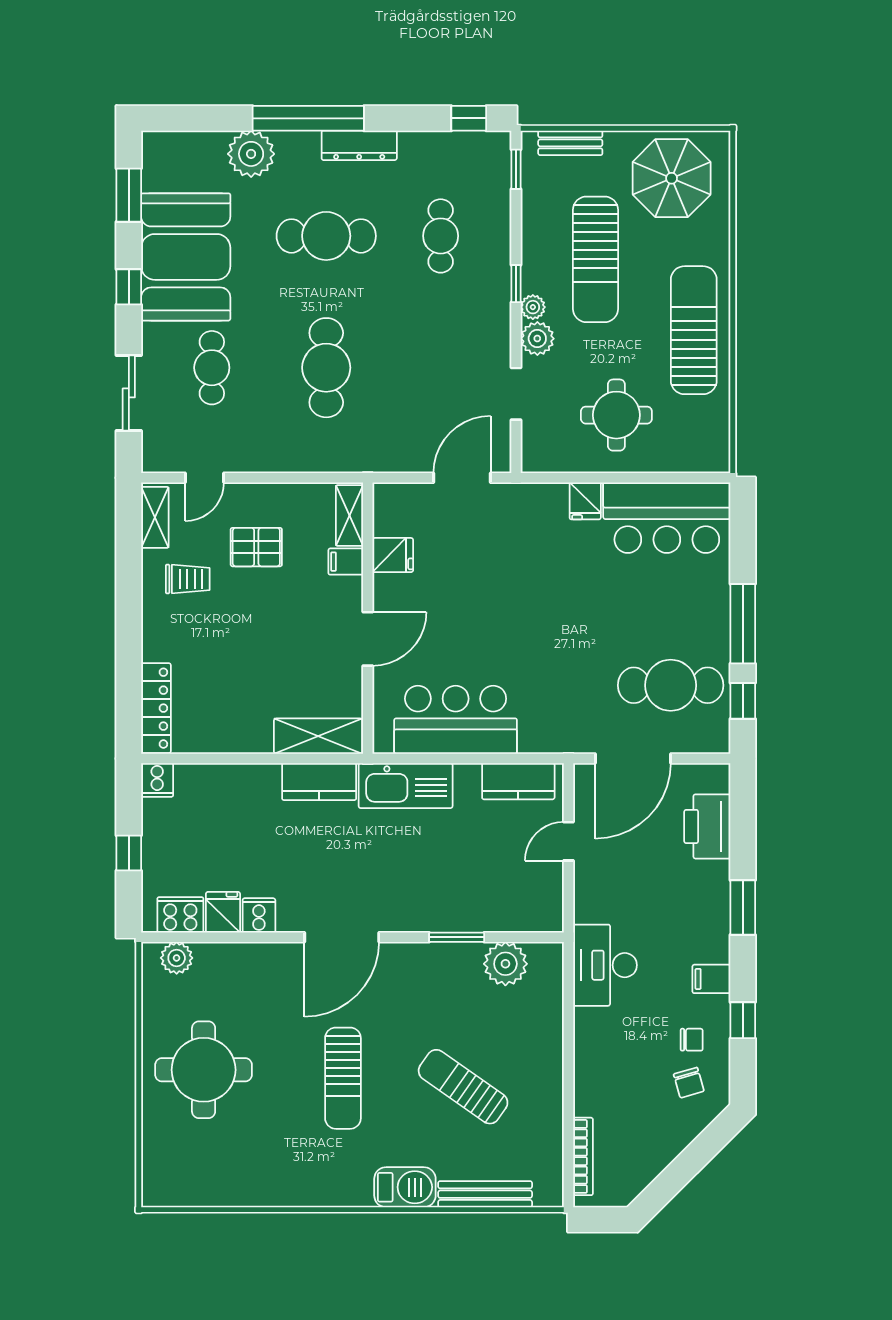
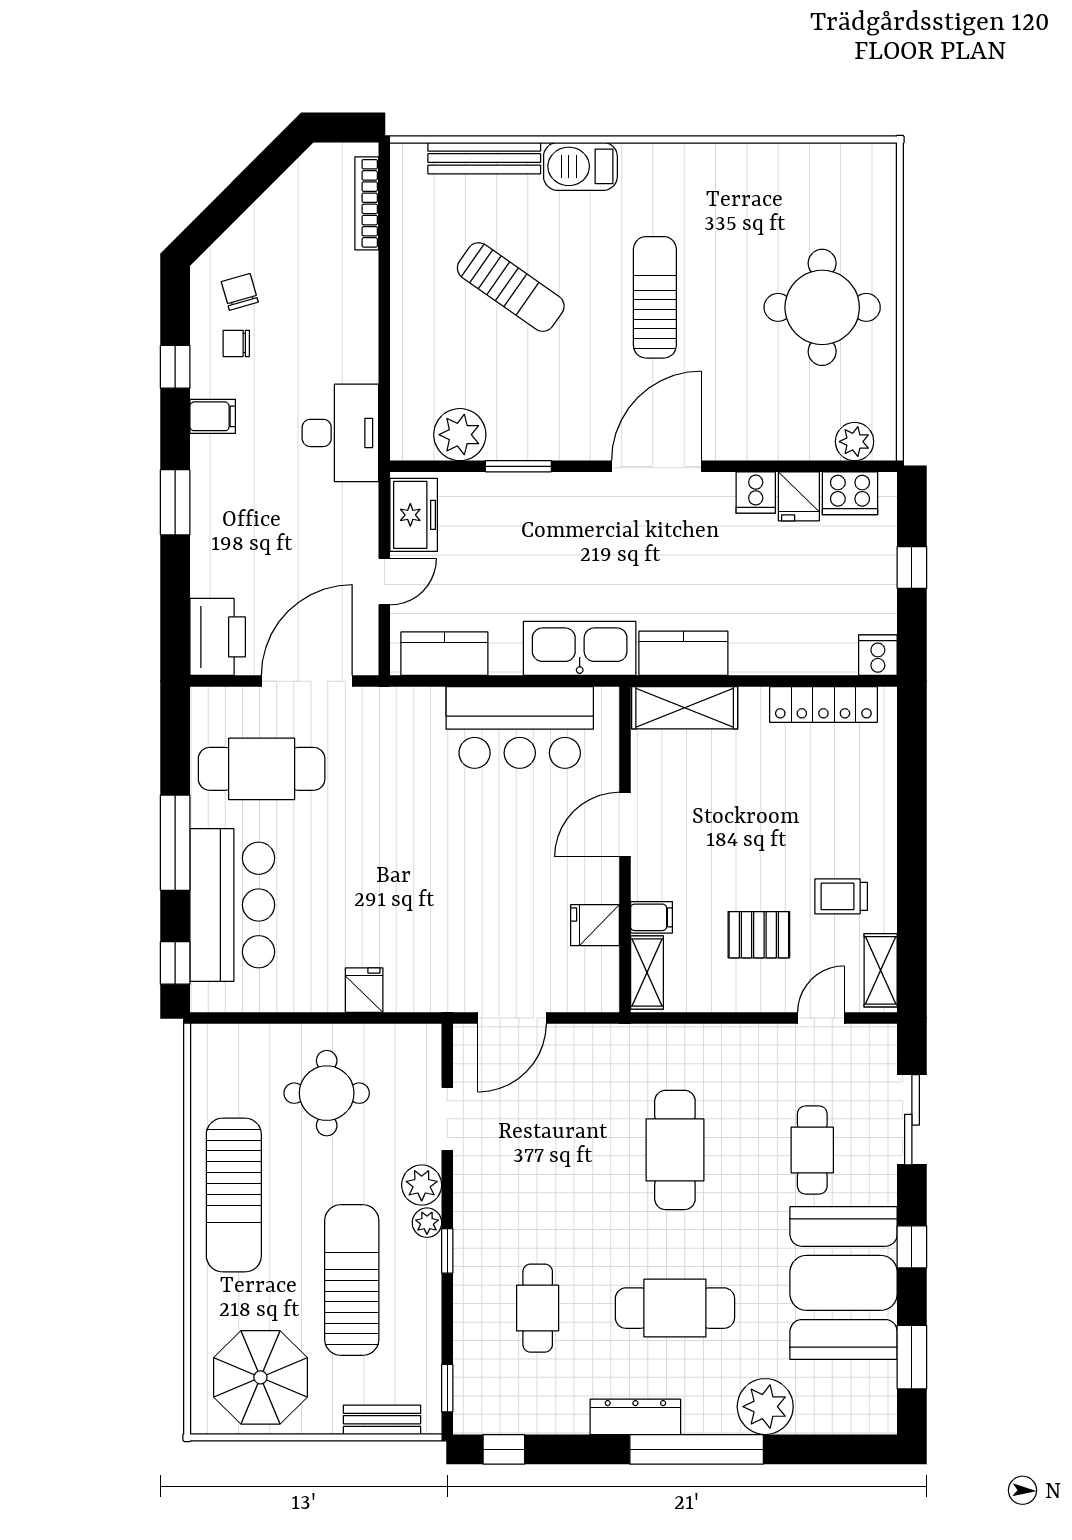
bar counter: (667, 518) -> (232, 905), moved, turned 90
window: (743, 701) -> (175, 963), moved
locker: (156, 708) -> (823, 704), moved, turned -90
printer: (707, 826) -> (218, 637), moved
freezer: (544, 897) -> (414, 515), added

